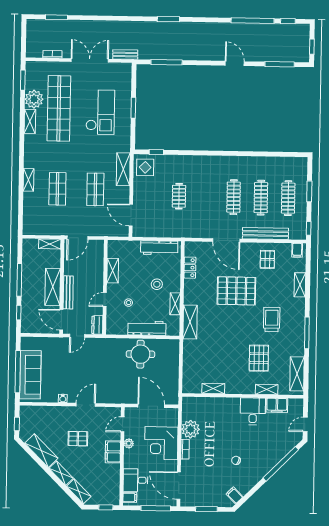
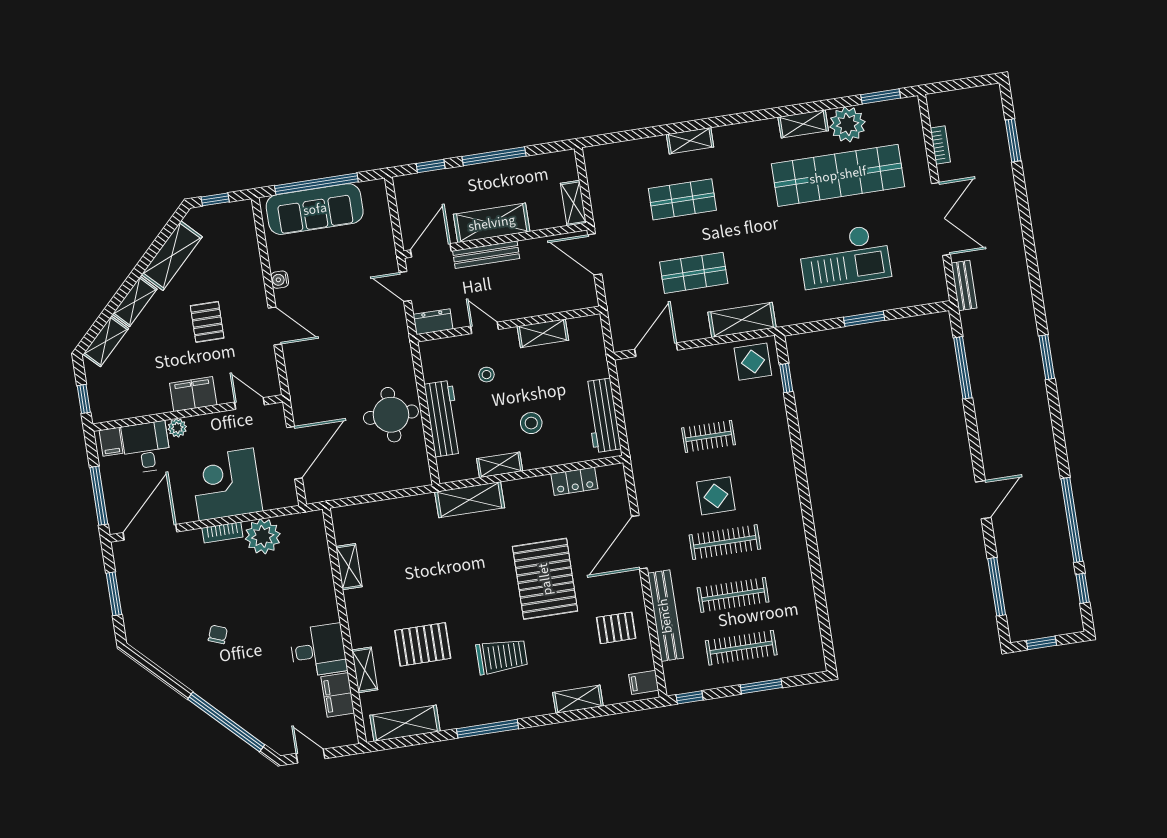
display table: (210, 198) -> (716, 496), added
plant: (129, 443) -> (177, 428), moved
filing cabinet: (234, 495) -> (150, 643), removed

